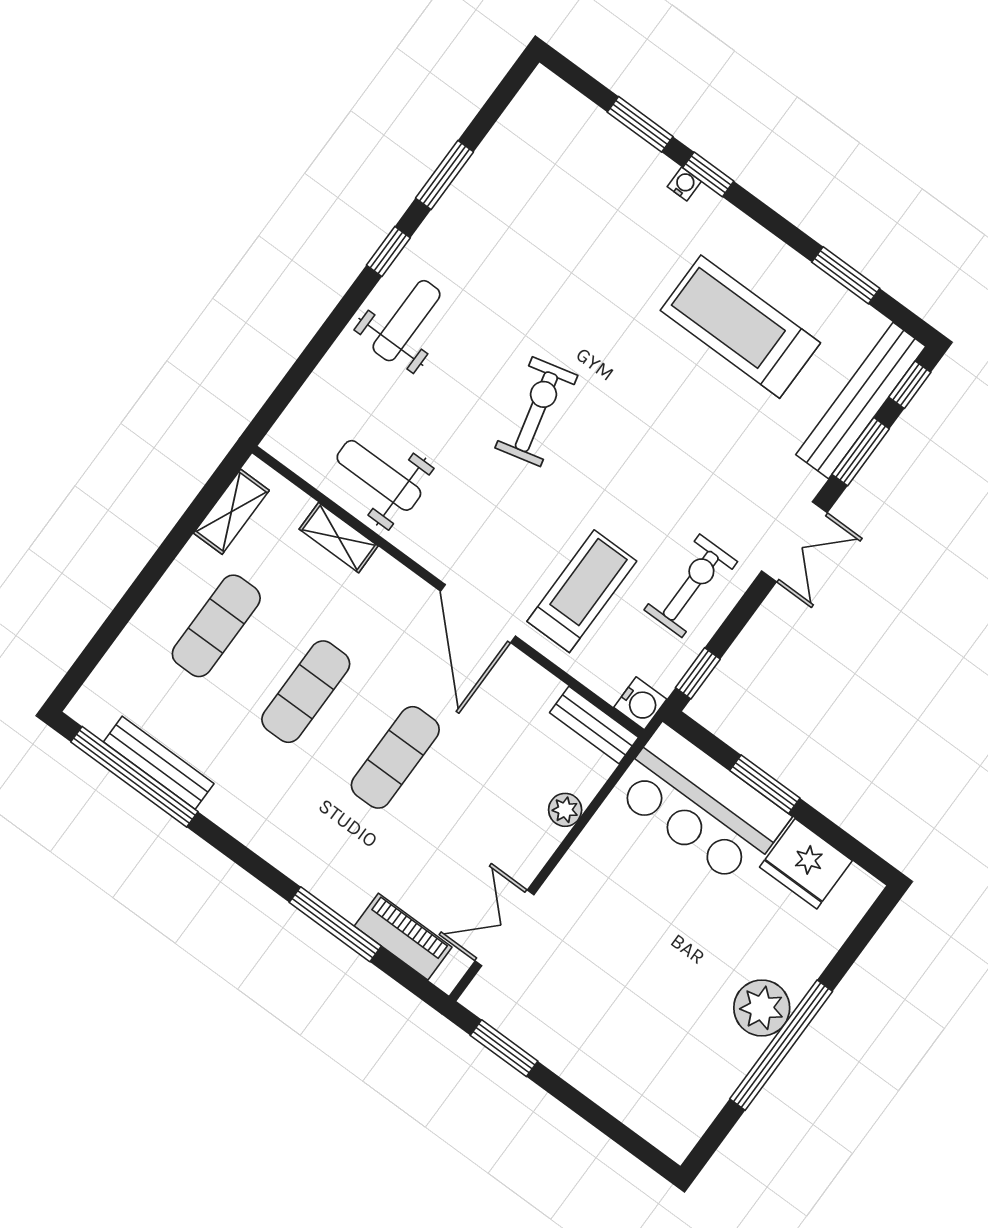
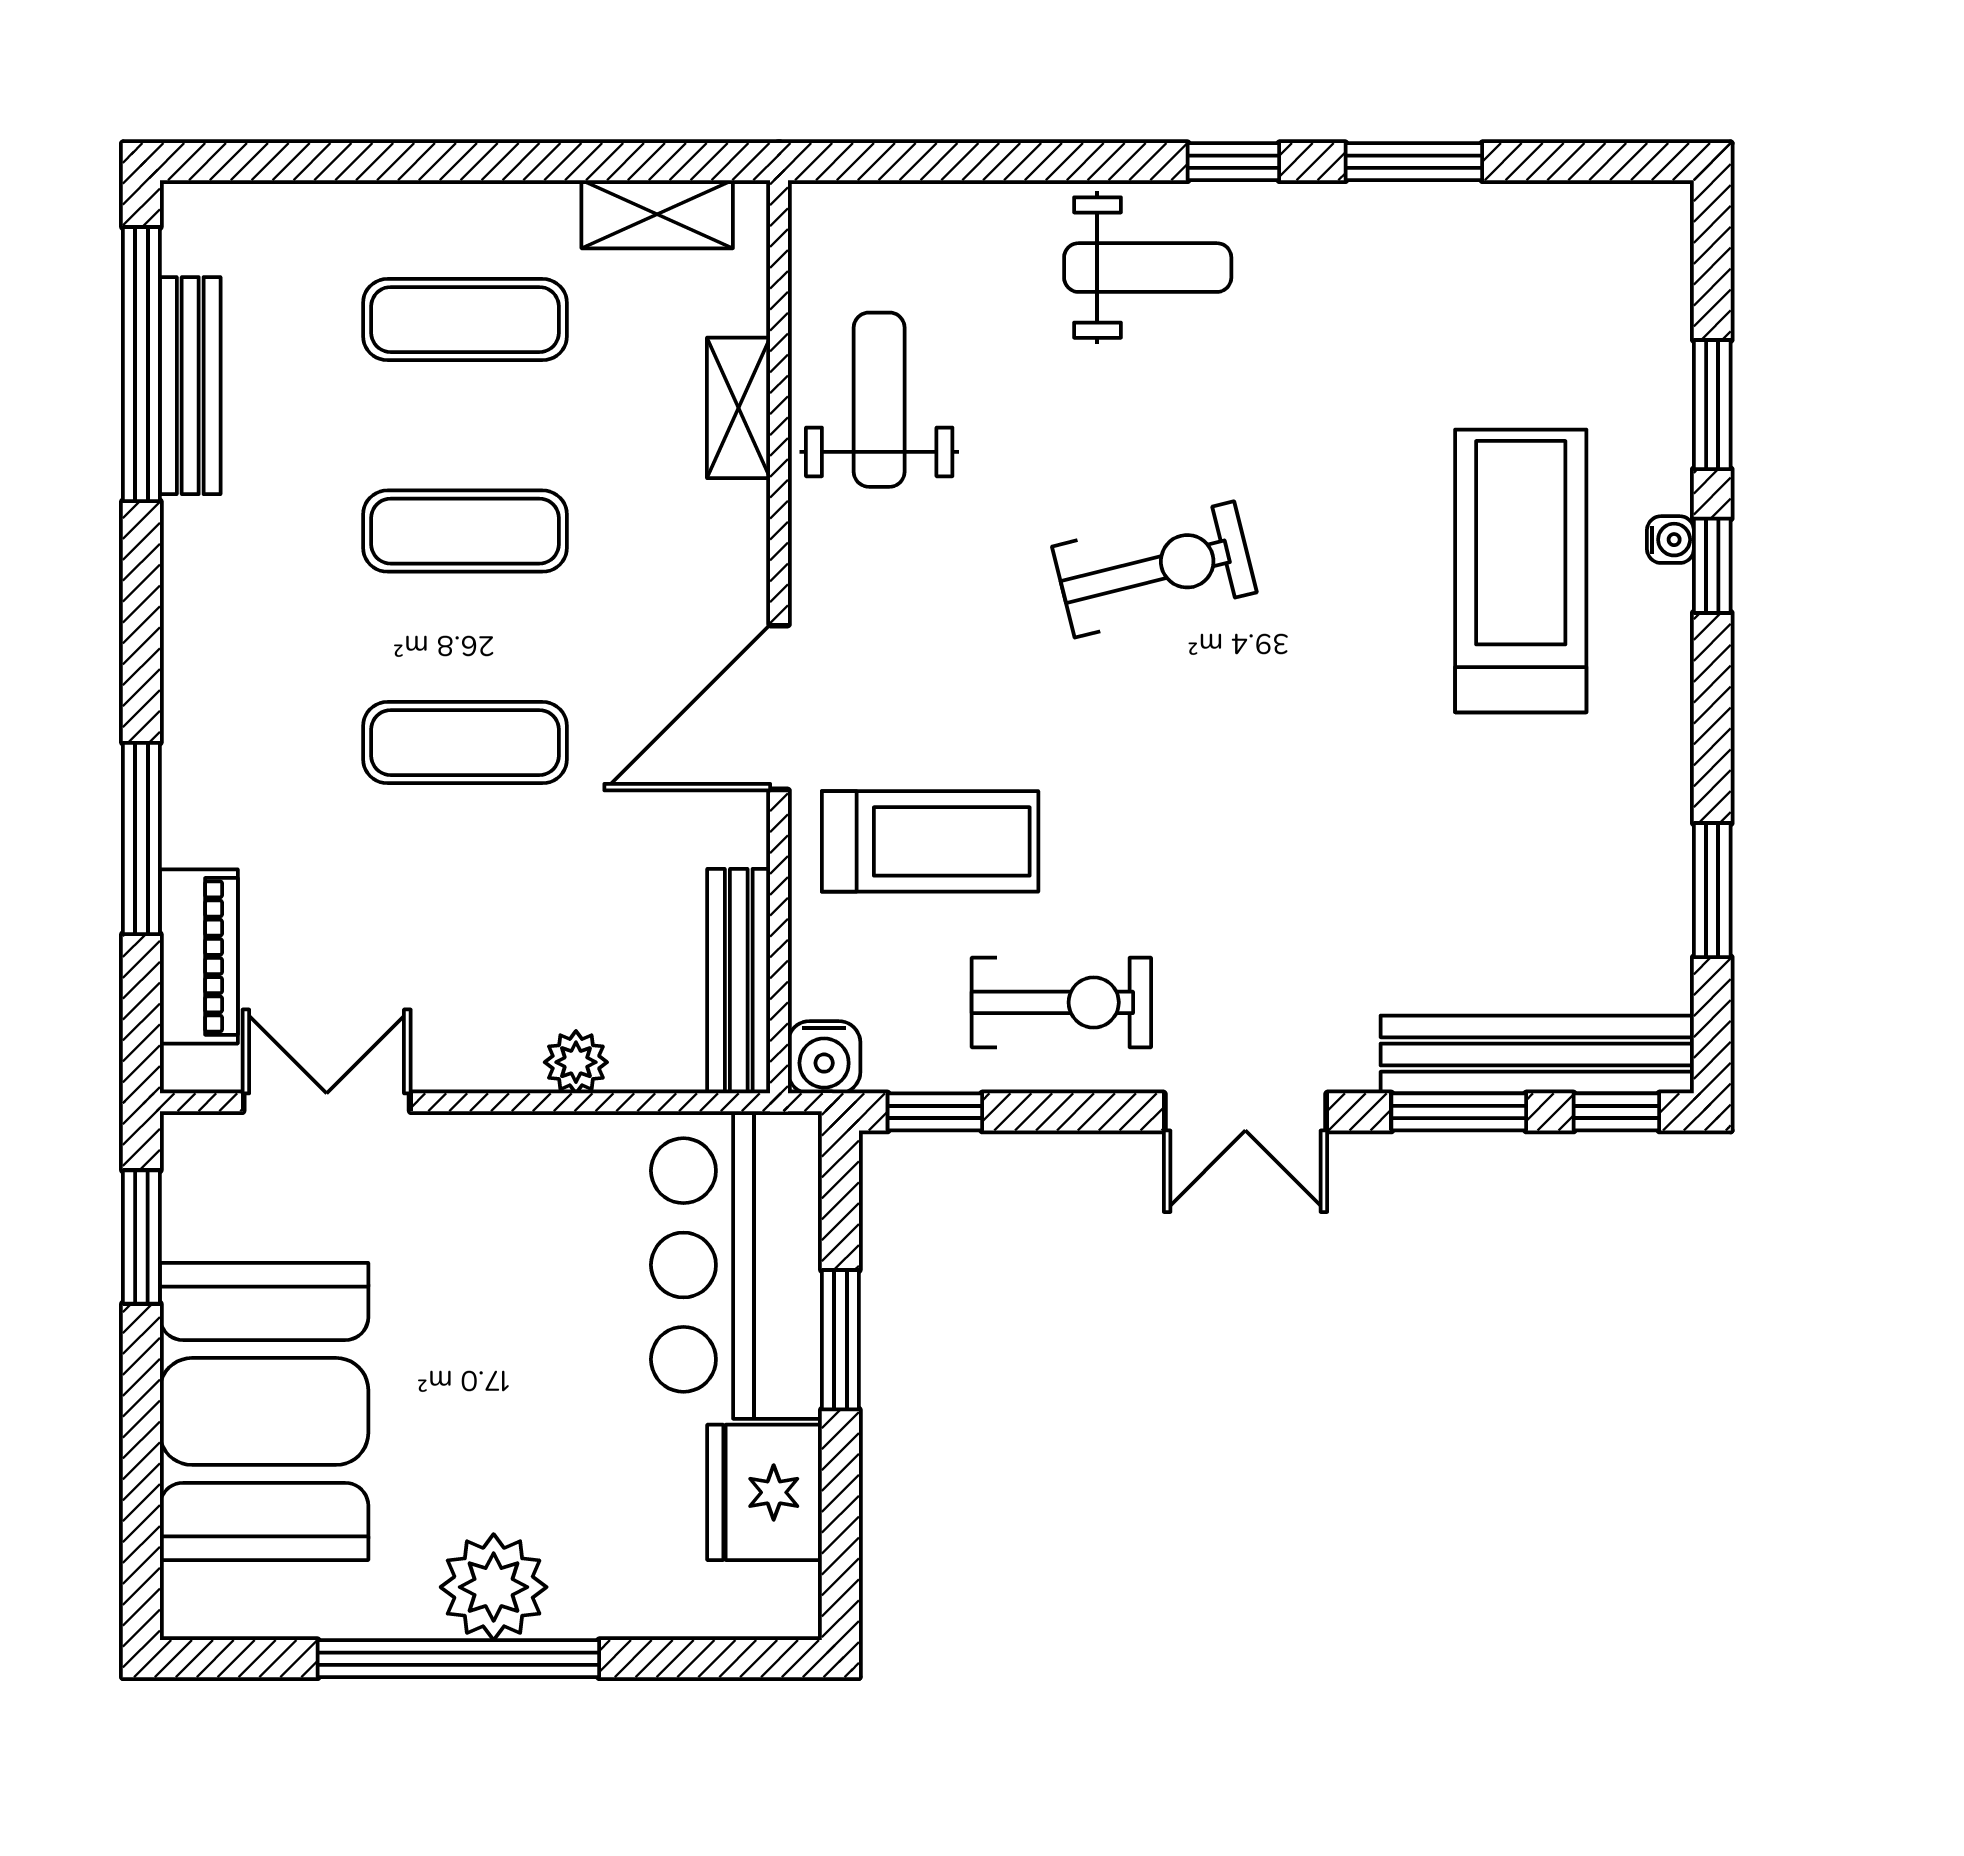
treadmill: (740, 327) -> (1521, 571), moved
bench: (594, 725) -> (739, 981), width x1.36
booth: (616, 1051) -> (264, 1411), added

